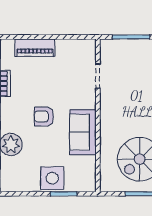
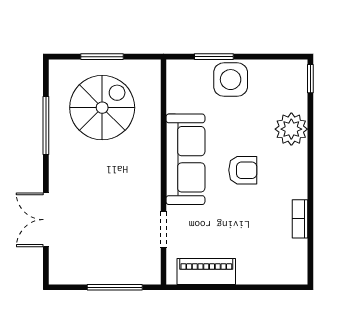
piano: (35, 48) -> (206, 271), moved
sofa: (83, 132) -> (185, 159), width x1.36

